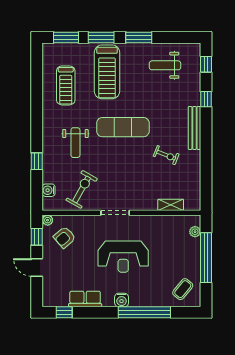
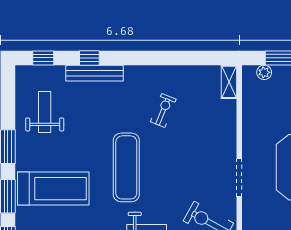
weight bench: (165, 65) -> (45, 112), turned 180
bench: (194, 128) -> (94, 73), moved
shelving: (171, 205) -> (229, 82), moved

